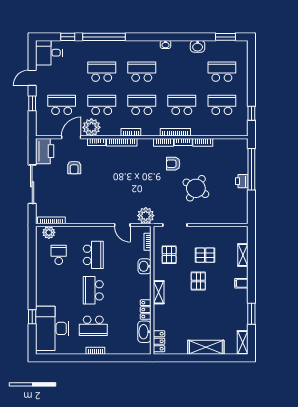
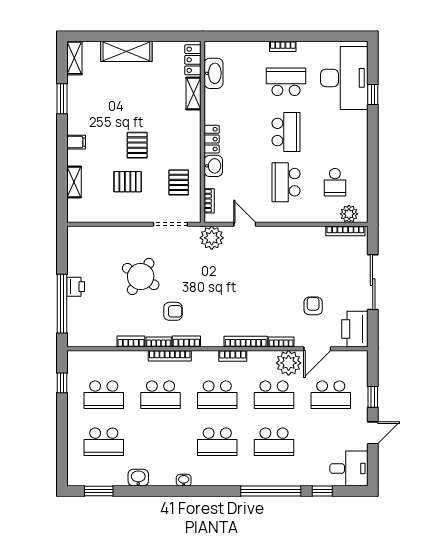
shelving: (159, 292) -> (194, 94), moved
locker: (146, 310) -> (212, 139), moved

